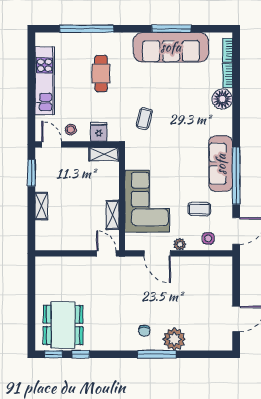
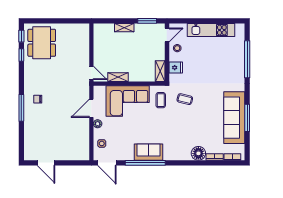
cafe table: (101, 74) -> (216, 69), removed
sofa: (221, 164) -> (148, 152), width x0.73
coffee table: (199, 209) -> (161, 100), moved
door: (106, 253) -> (91, 73), hinge flipped
dining table: (63, 325) -> (42, 43), turned 90
plant: (174, 339) -> (32, 120), removed

